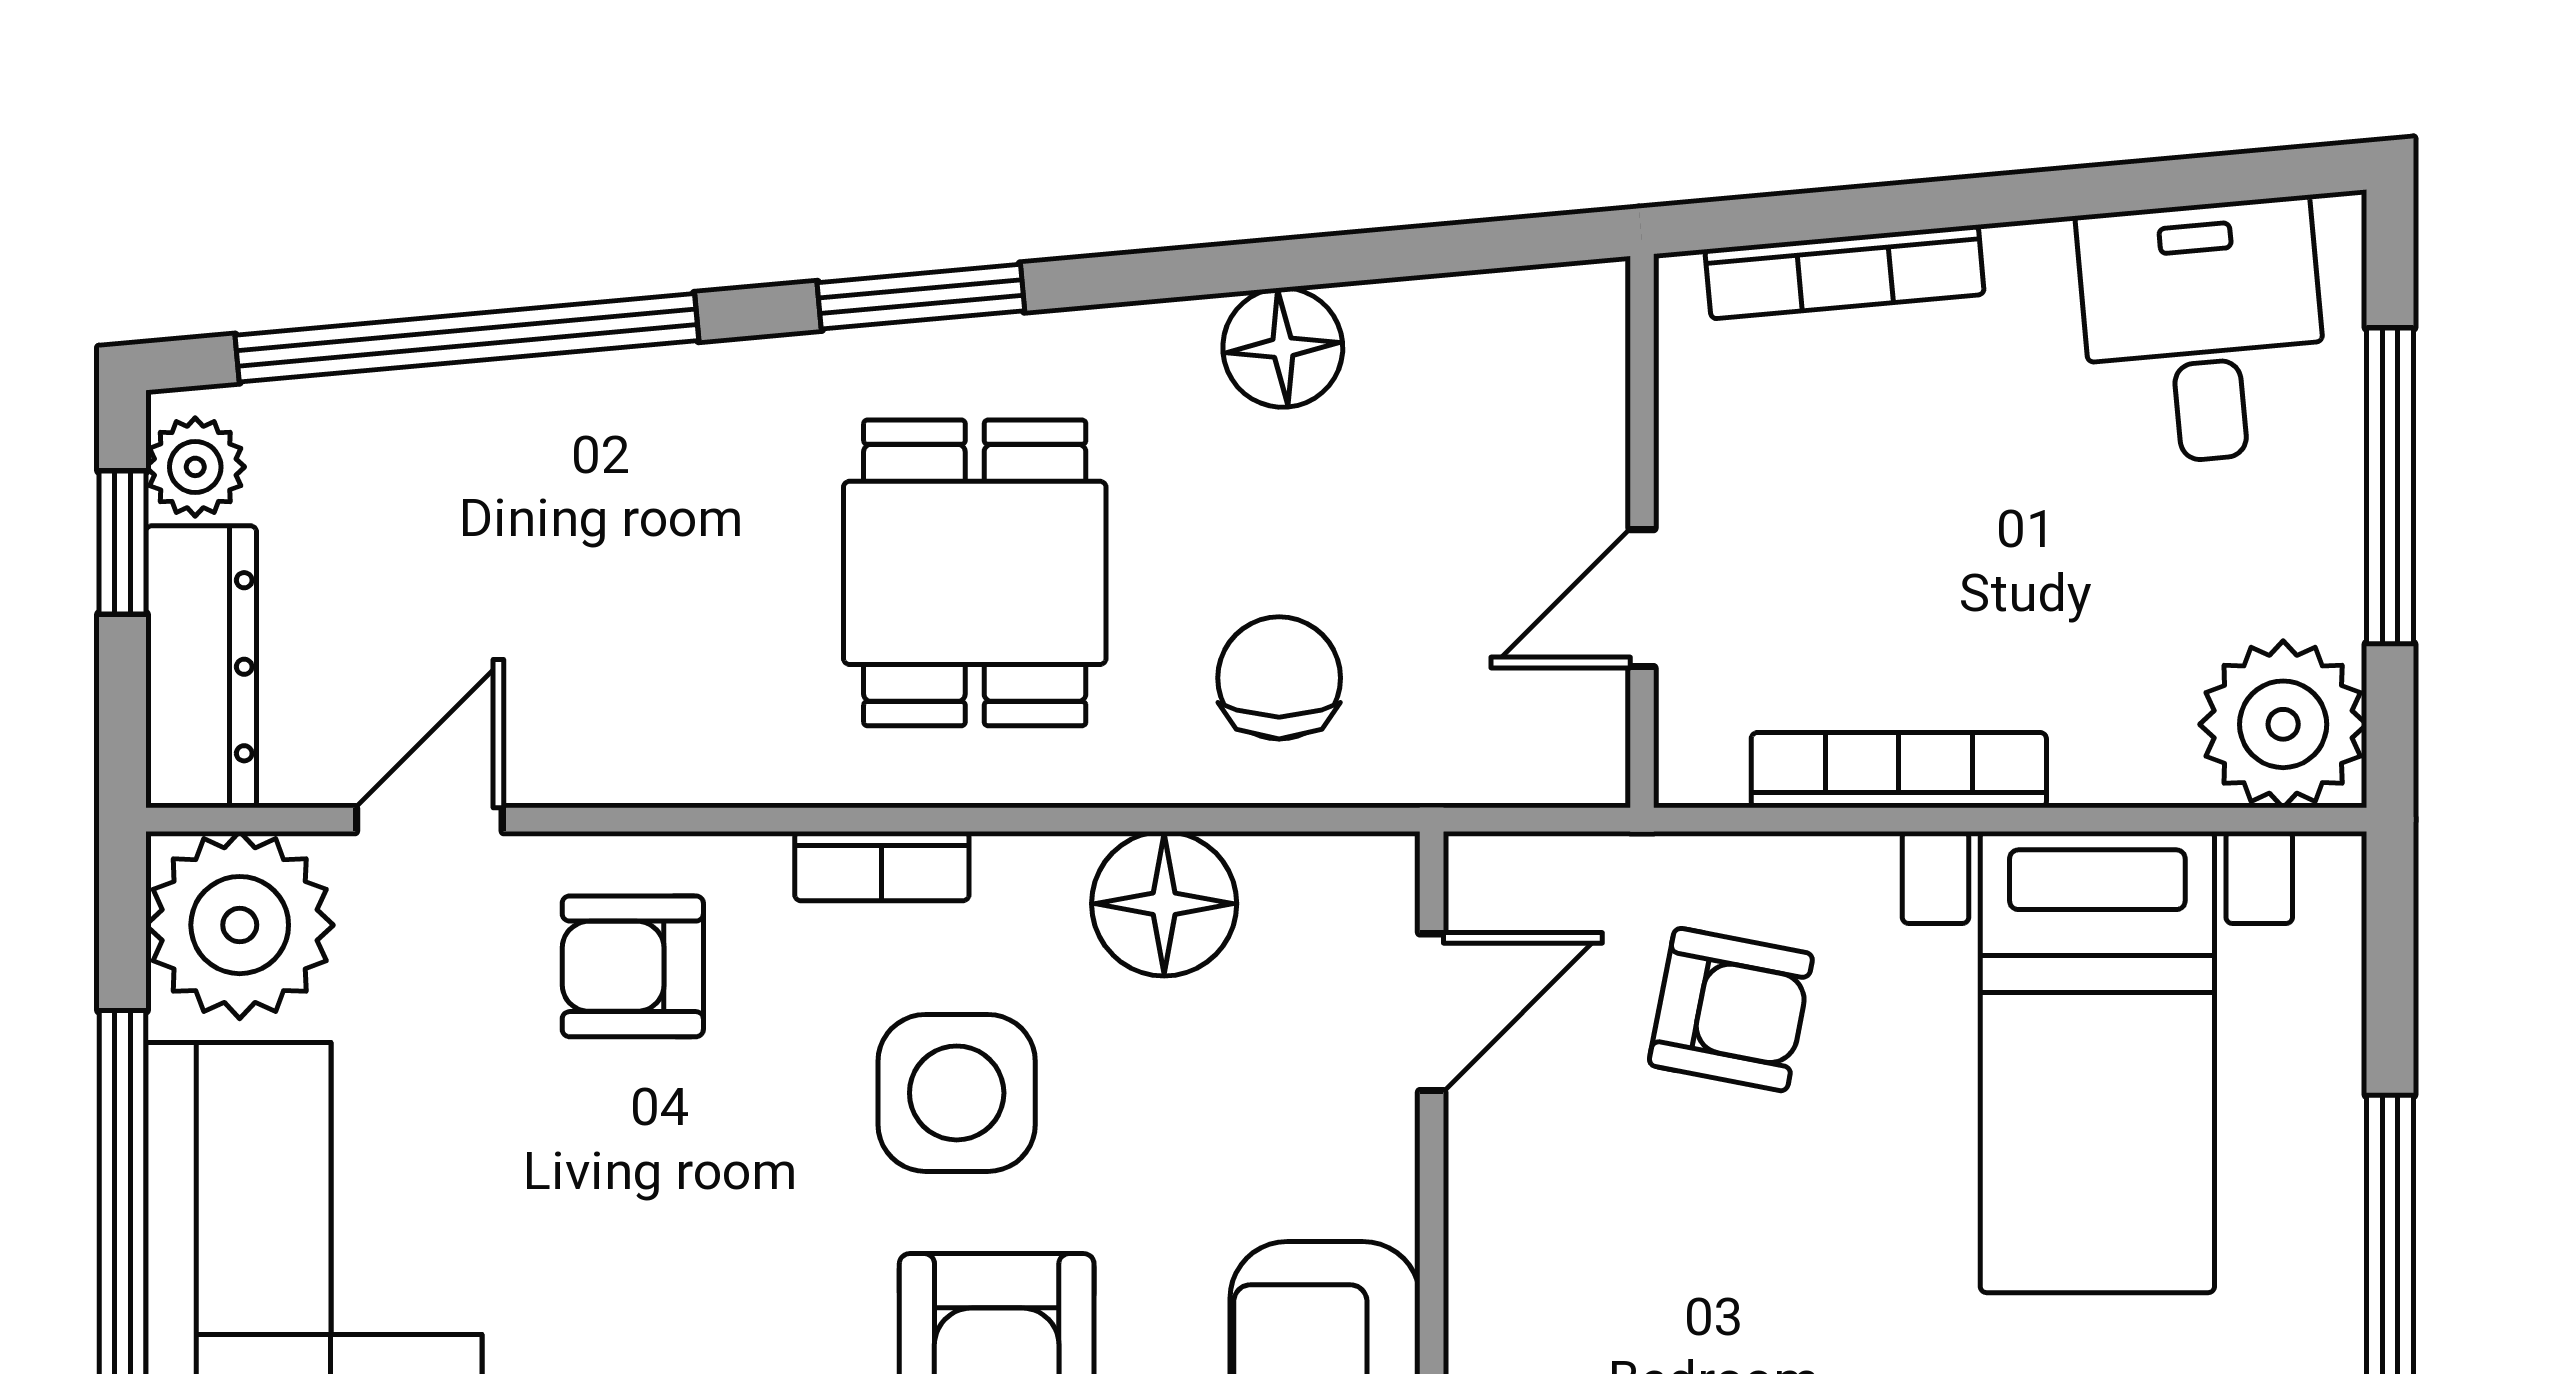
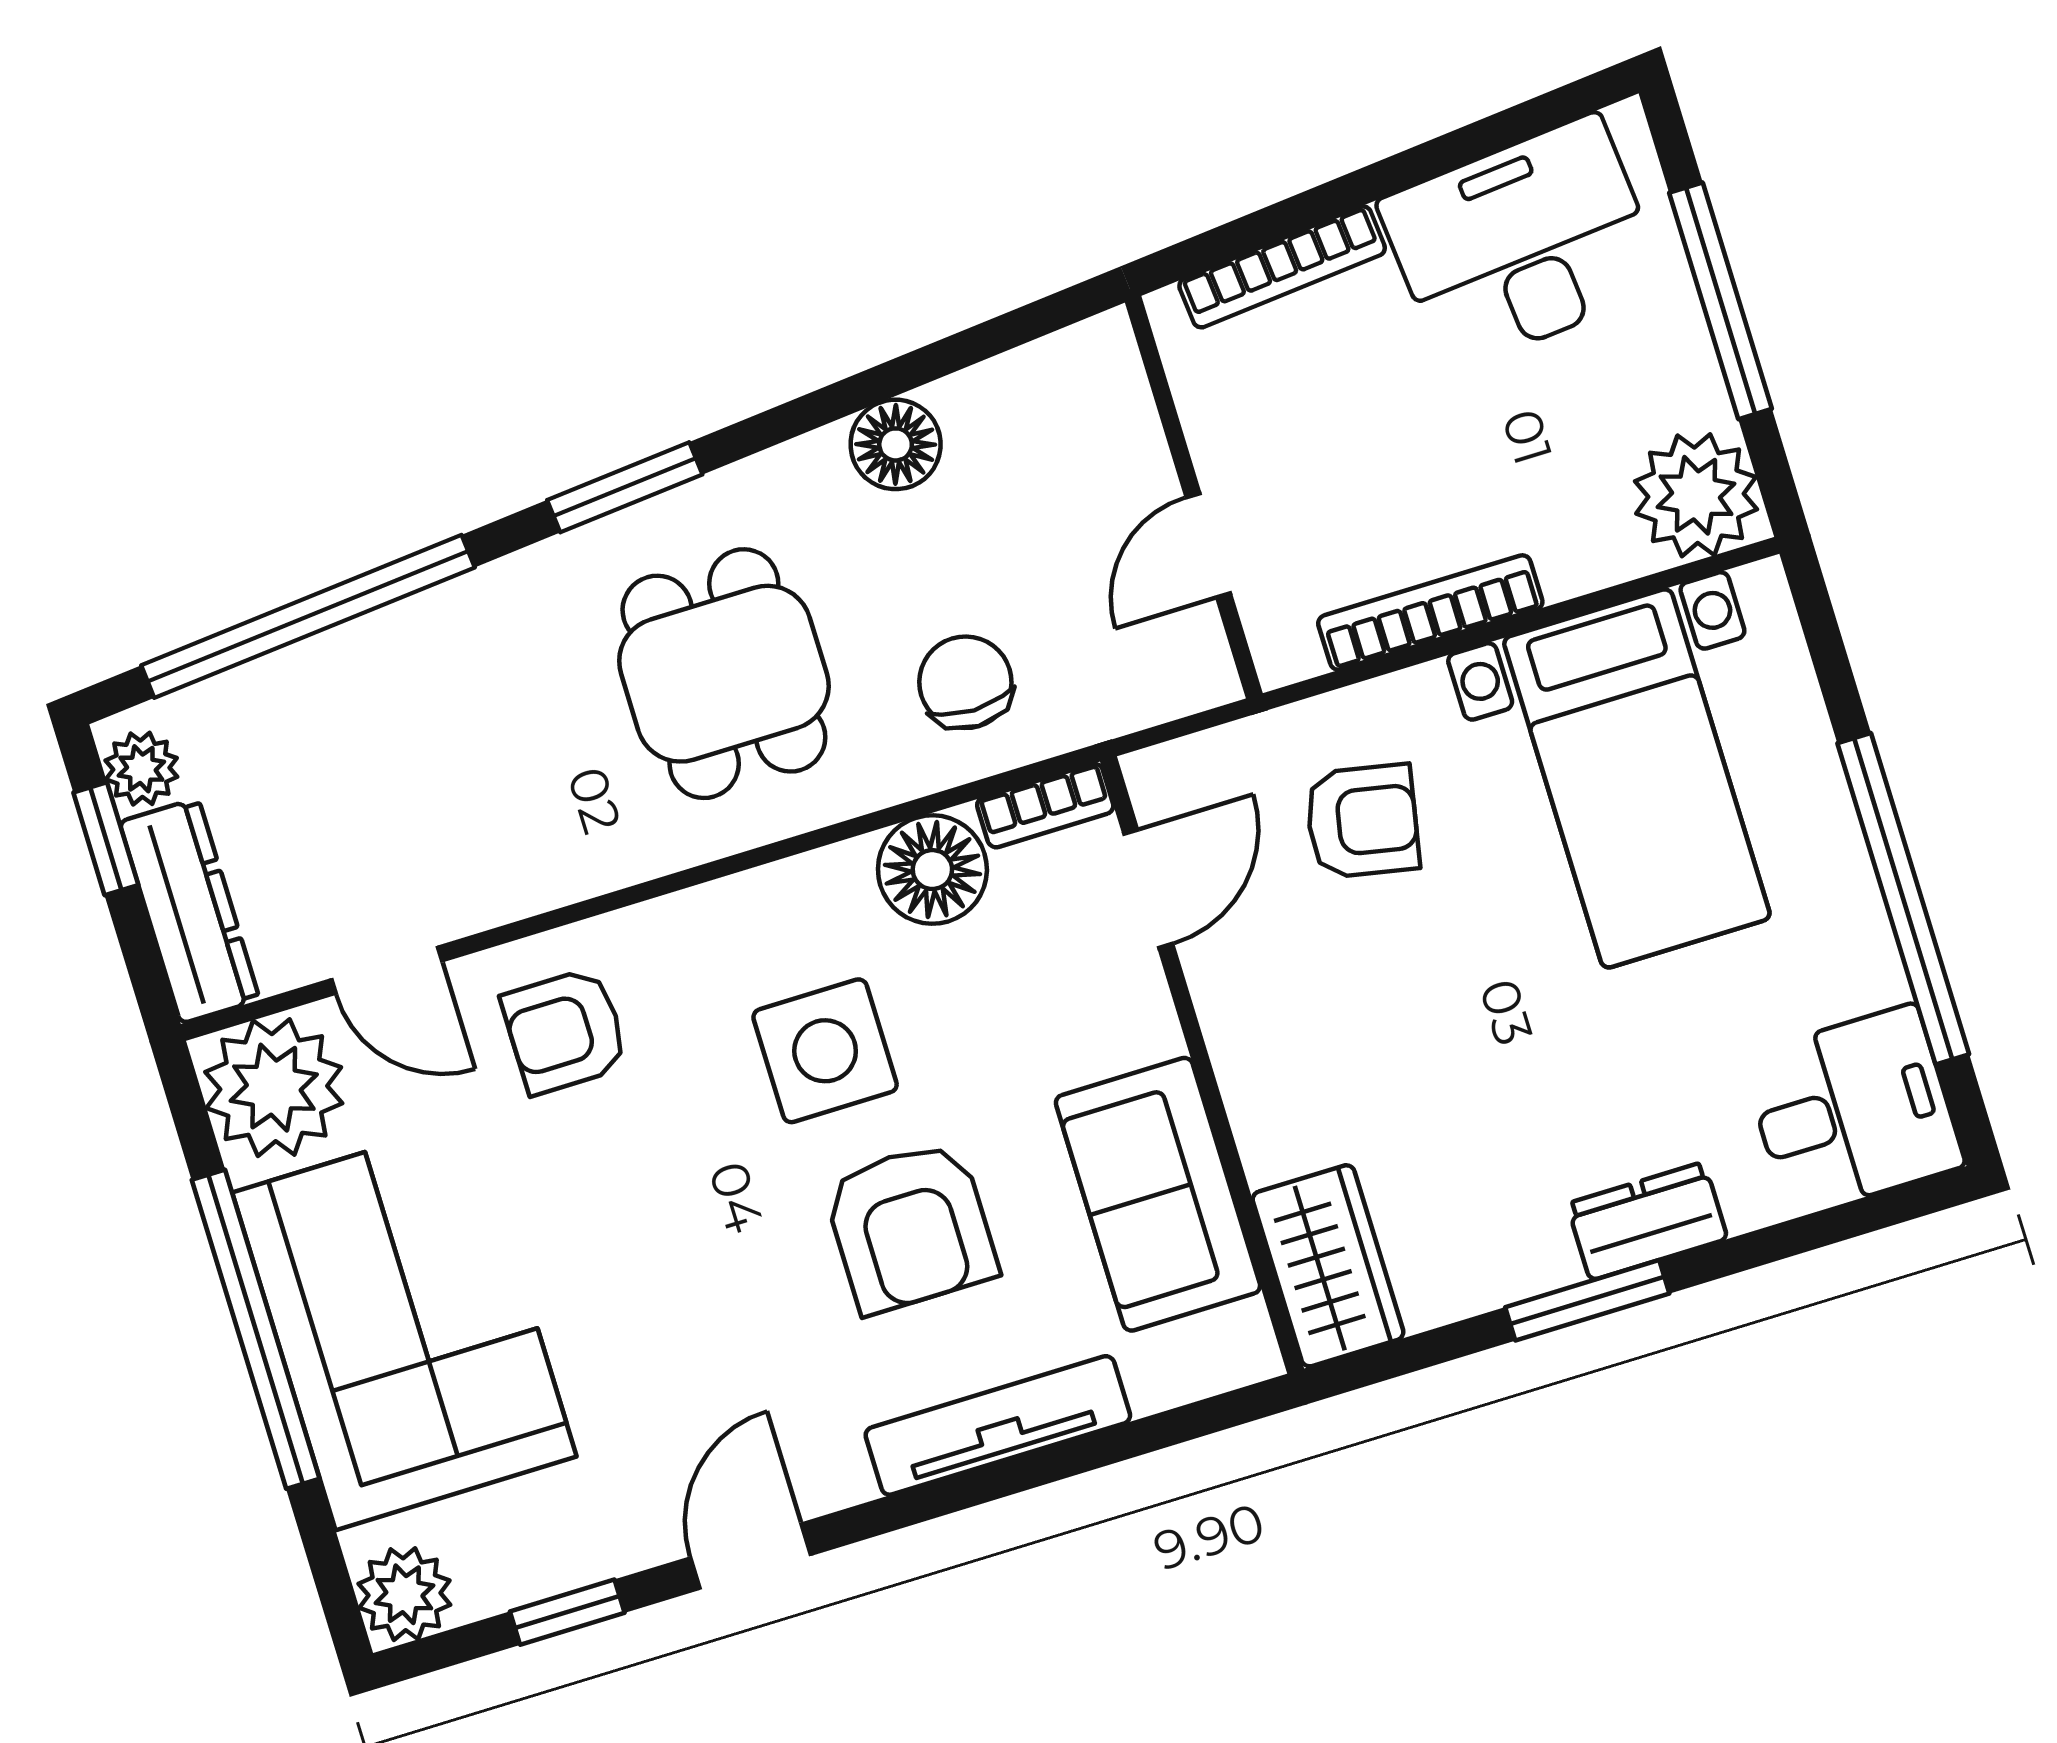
desk: (2203, 332) -> (1522, 244), width x1.37
door: (429, 820) -> (387, 970), swing flipped
bookcase: (882, 866) -> (1045, 805), moved

